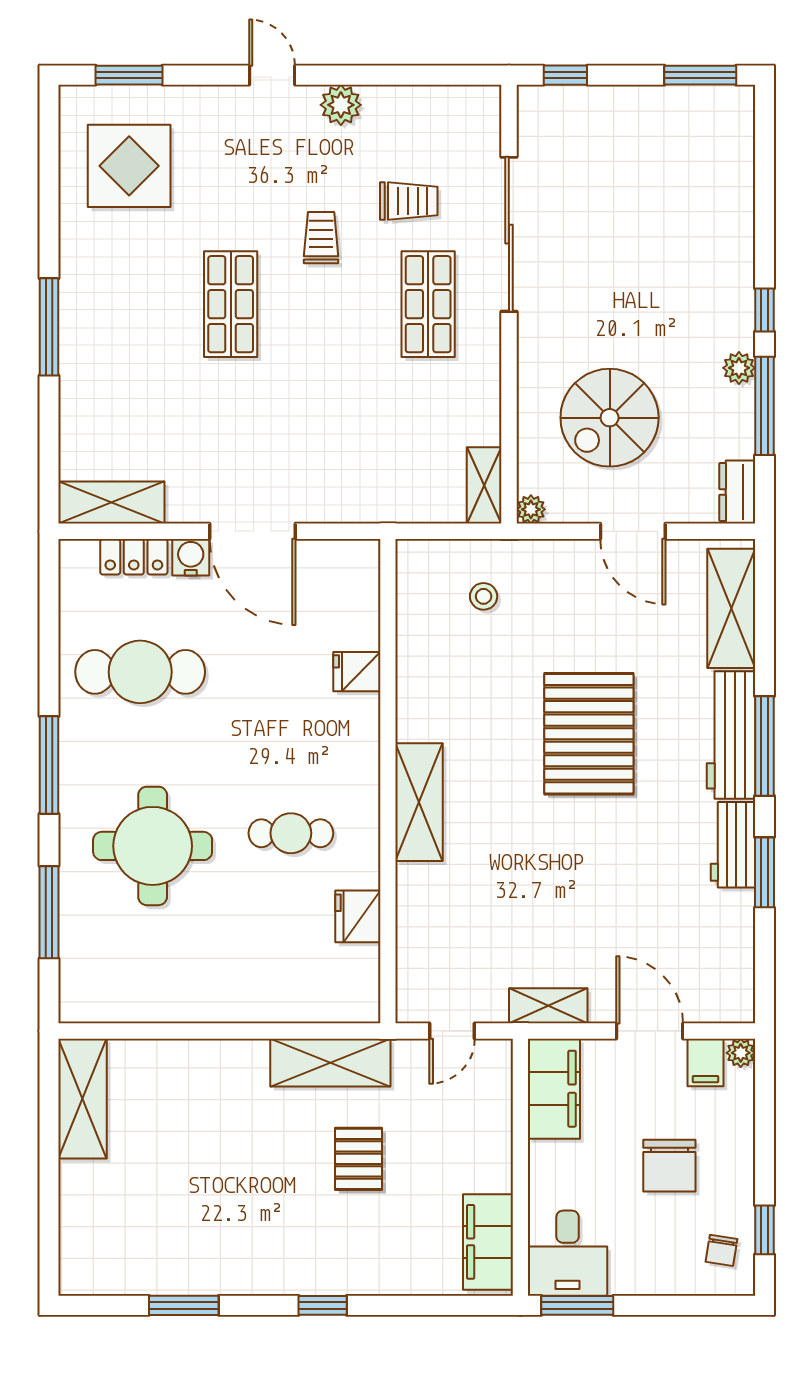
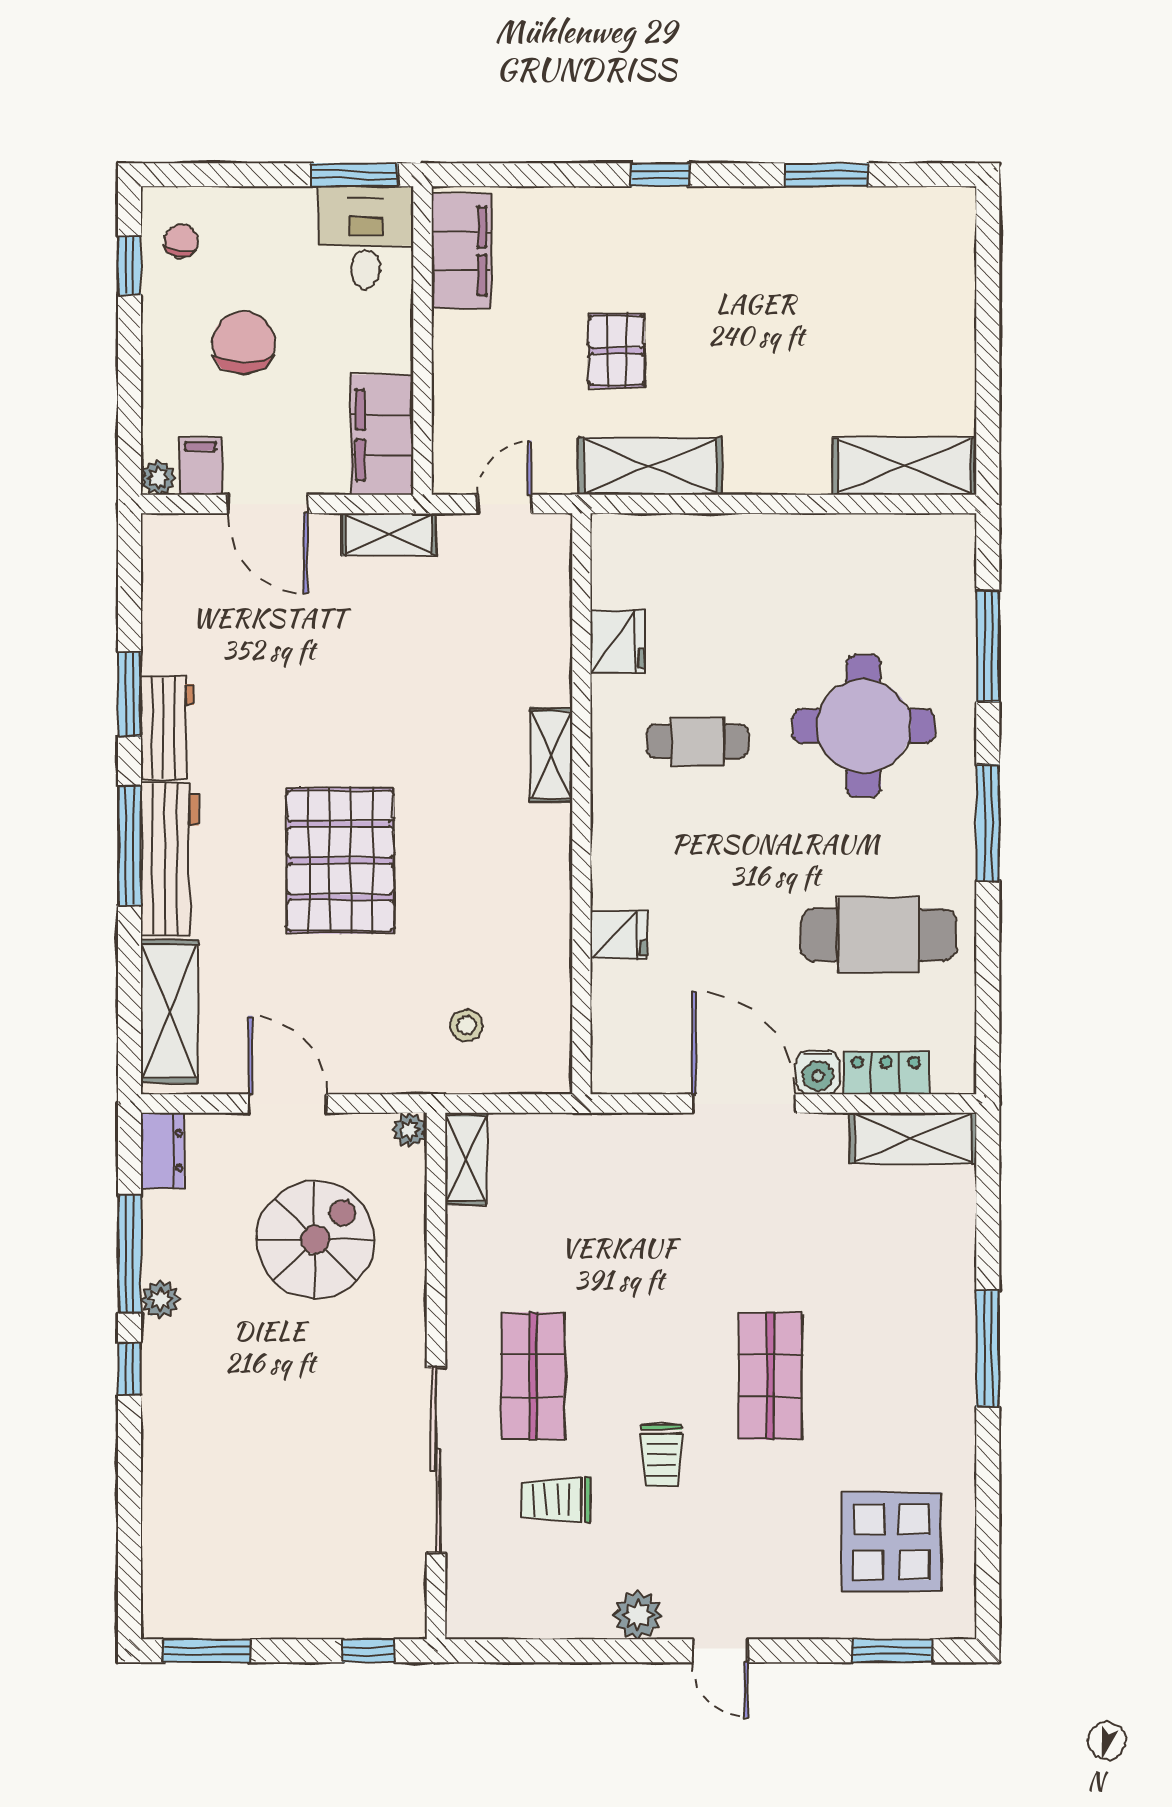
shelving: (419, 802) -> (551, 755), width x0.67, depth x0.75
shelving: (83, 1099) -> (904, 466), moved, turned 90

